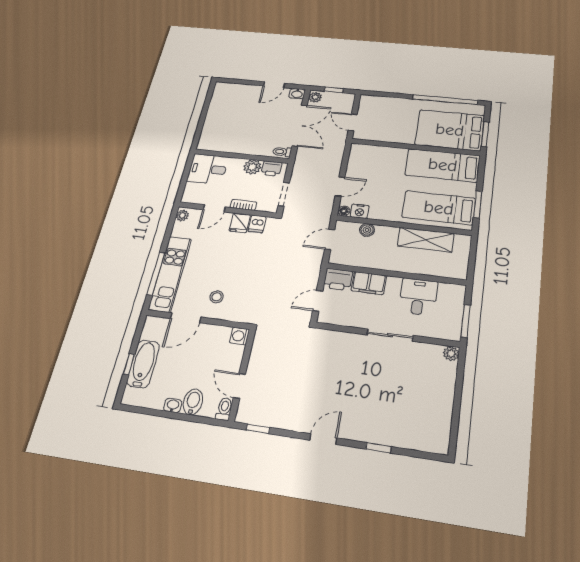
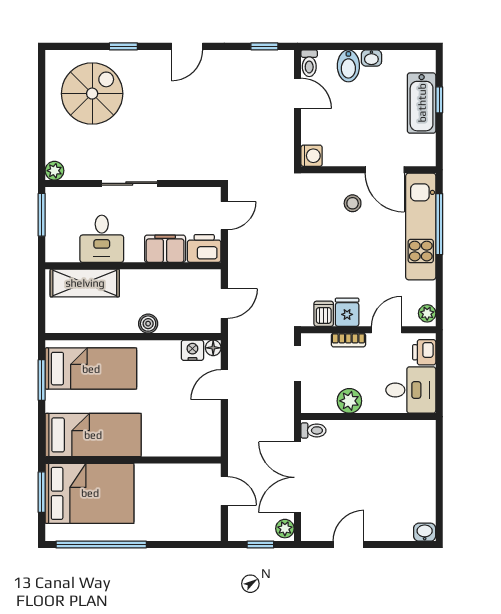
washbasin: (297, 94) -> (425, 532), moved
printer: (271, 169) -> (424, 352), moved, turned -90
boiler: (367, 230) -> (148, 324), moved
shelving: (426, 240) -> (85, 283), moved
door: (186, 318) -> (385, 170), swing flipped
spiral stairs: (411, 412) -> (92, 94), added

